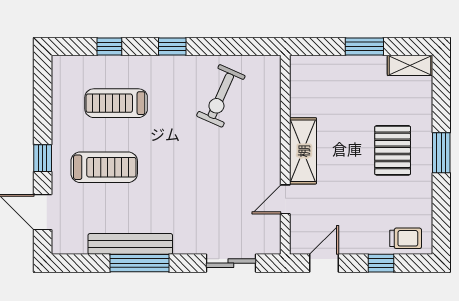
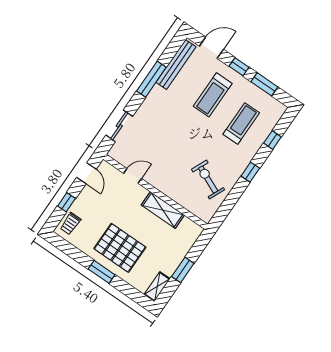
window: (43, 108) -> (264, 84), added
pallet: (393, 150) -> (120, 248), width x1.37, depth x1.41
shelving: (303, 151) -> (163, 210), moved
door: (285, 199) -> (133, 176), hinge flipped
bench: (130, 244) -> (176, 64), moved

